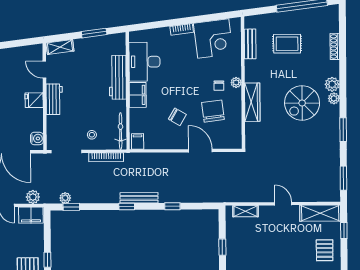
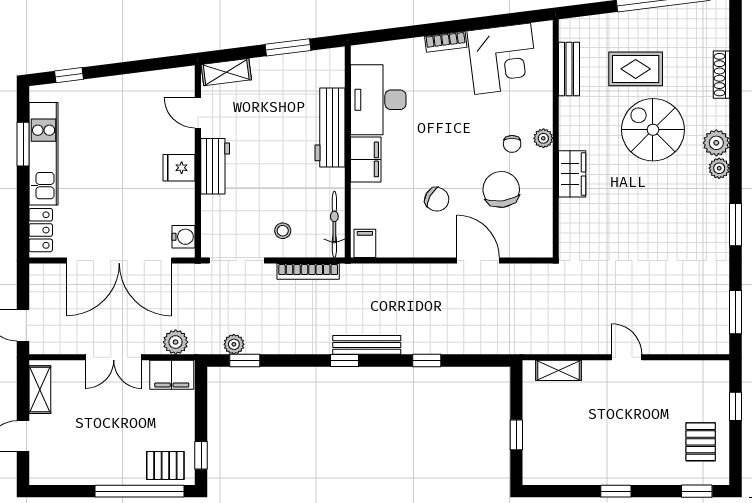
wardrobe: (252, 102) -> (572, 174), width x0.67
spiral stairs: (302, 103) -> (653, 130), moved, turned 90
shelving: (320, 213) -> (693, 375), removed

